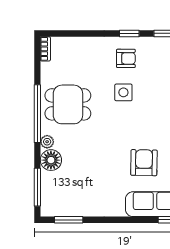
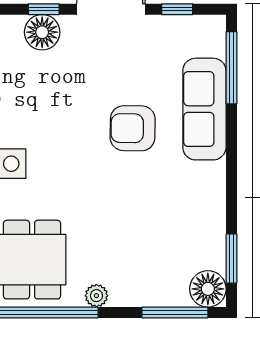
floor lamp: (51, 160) -> (208, 289), moved

